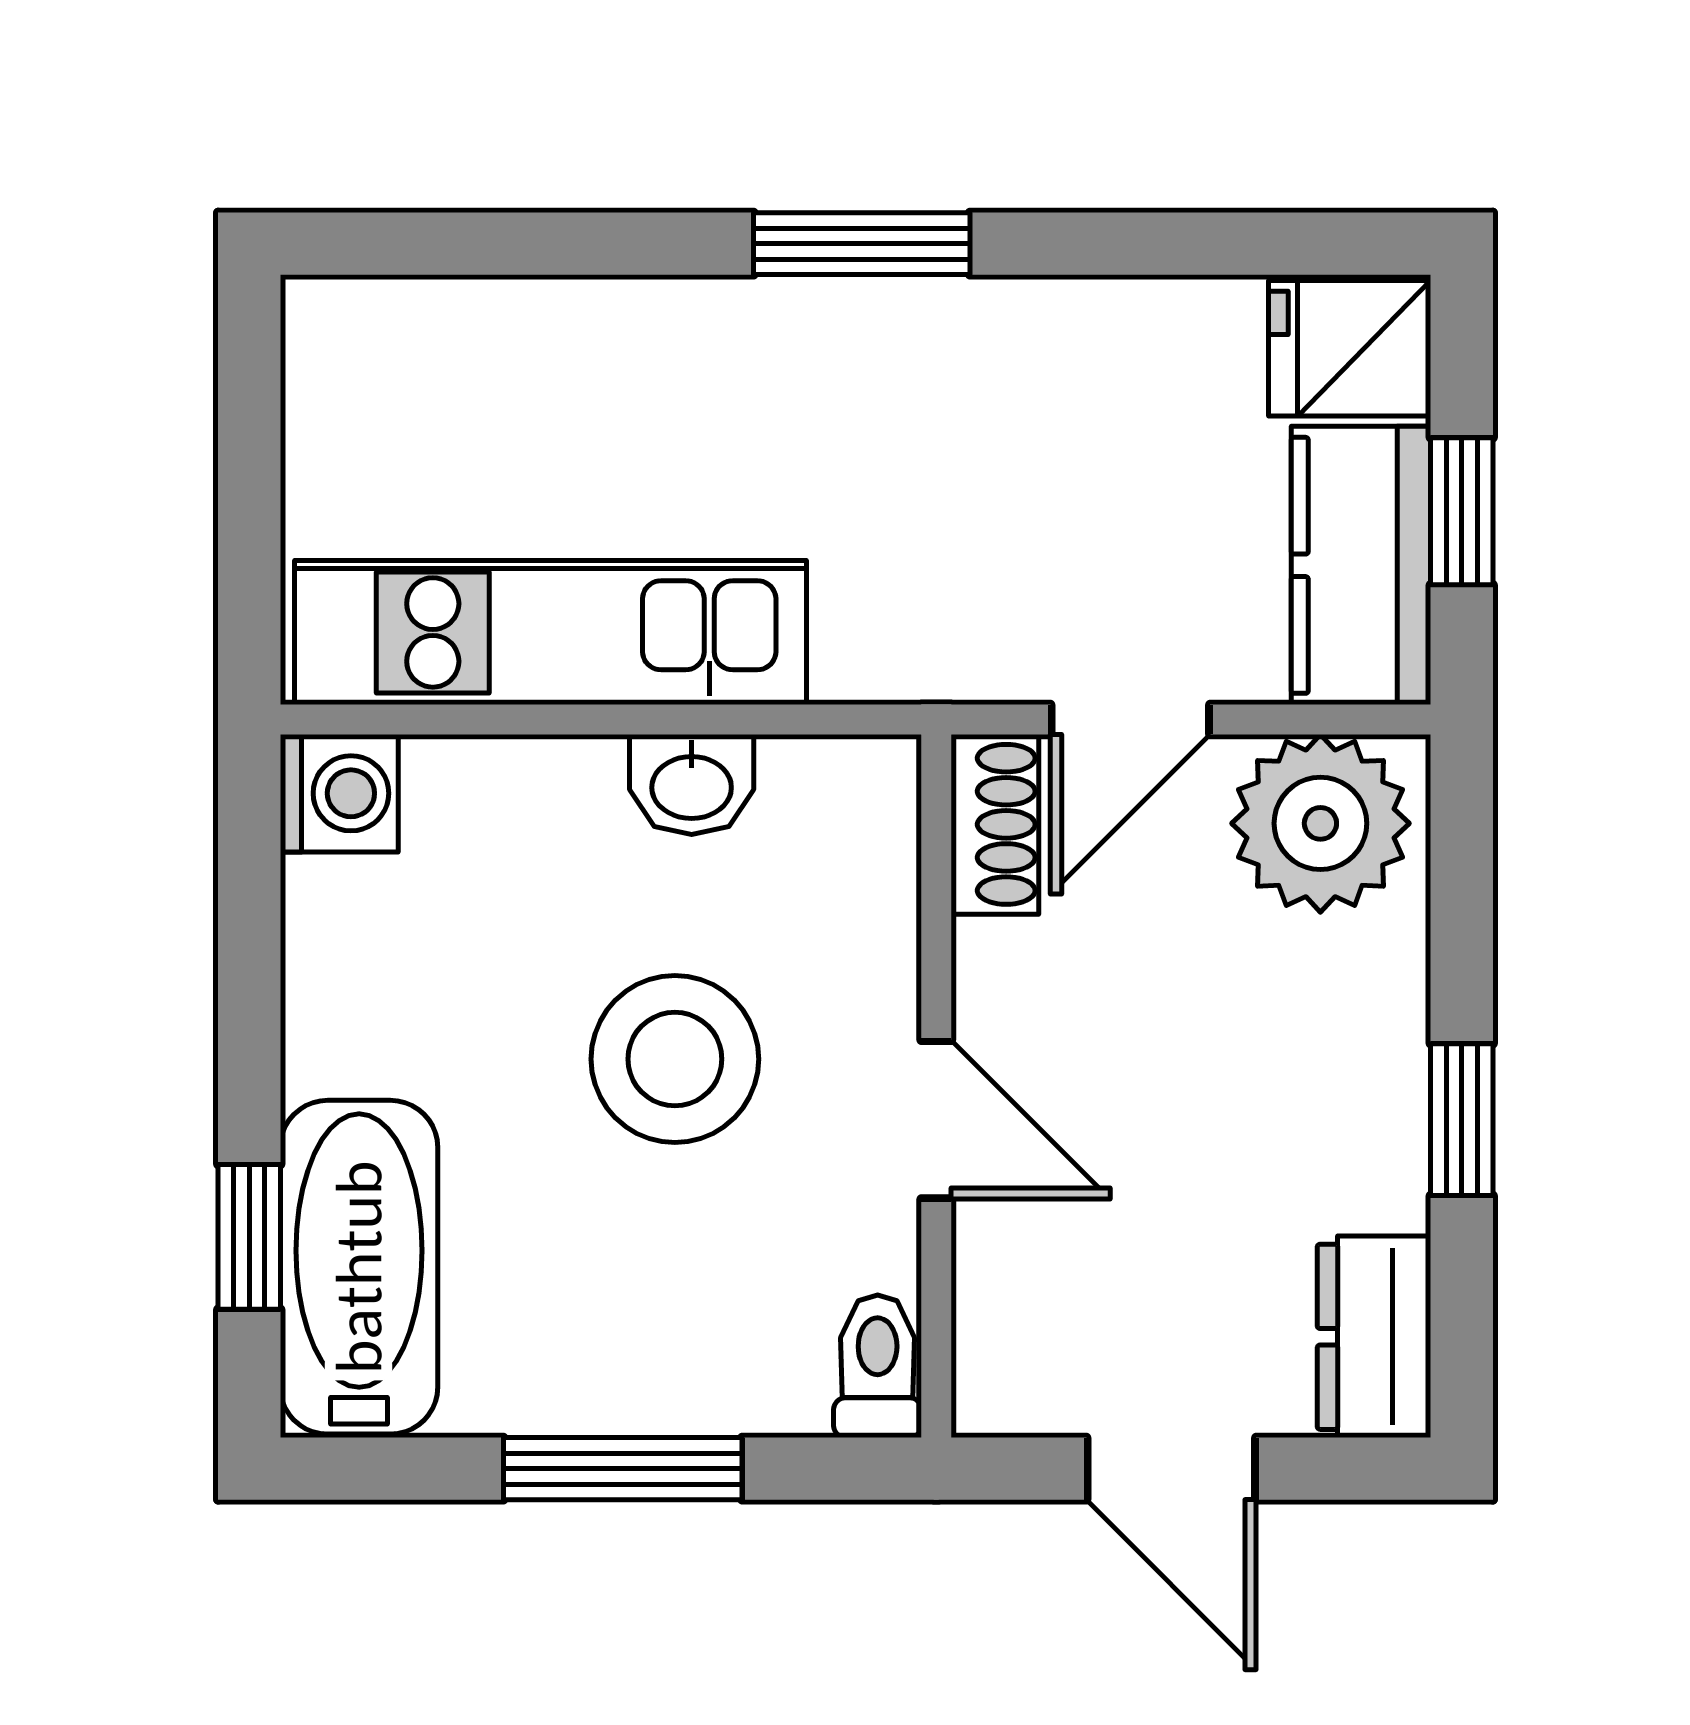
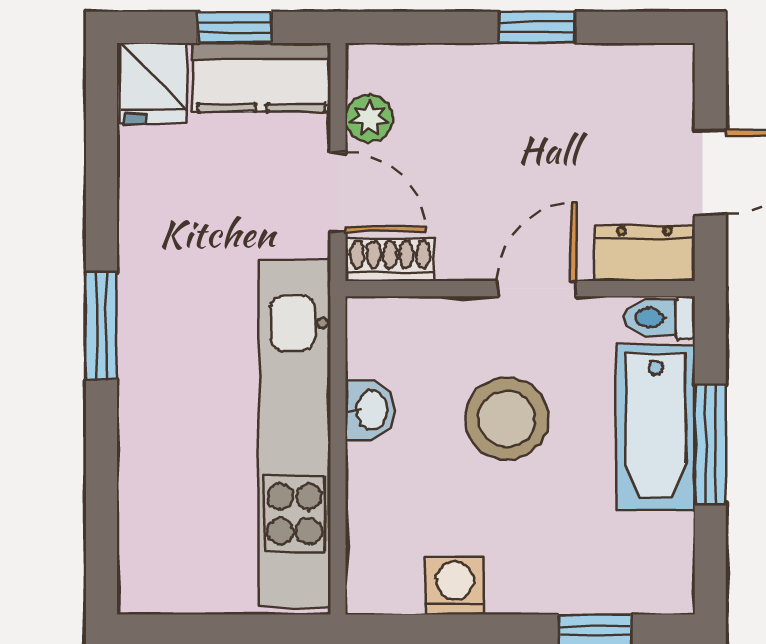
kitchen unit: (551, 632) -> (295, 434), width x1.36
washing machine: (339, 793) -> (455, 585), moved
plant: (1320, 823) -> (369, 118), width x0.53, depth x0.53
bathtub: (359, 1267) -> (656, 428), moved, turned -90
dresser: (1374, 1337) -> (645, 253), moved, turned 180

